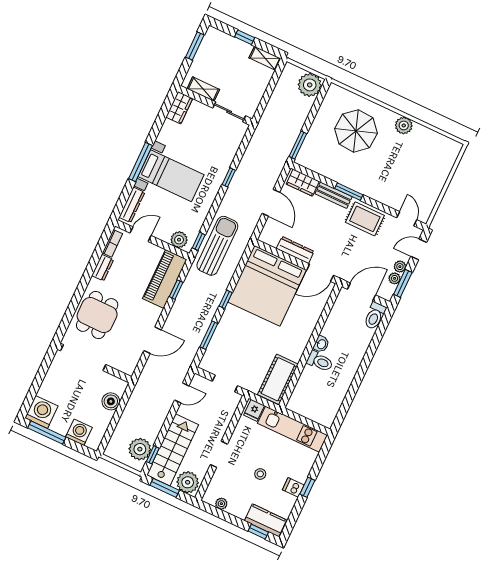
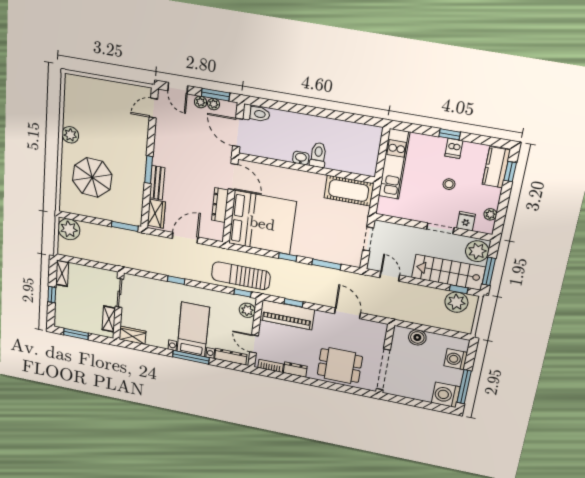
rug: (365, 219) -> (168, 148), removed
fridge: (254, 410) -> (466, 221), moved, turned -90

